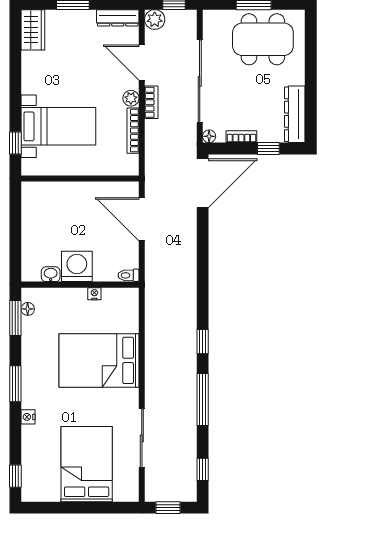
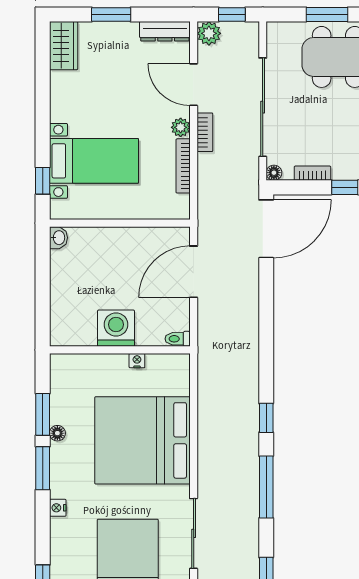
door: (142, 219) -> (194, 272), hinge flipped
washbasin: (51, 274) -> (58, 238), moved, turned 90
floor lamp: (28, 309) -> (57, 433), moved
window: (15, 318) -> (43, 414), moved
bed: (99, 360) -> (143, 440), width x1.36

